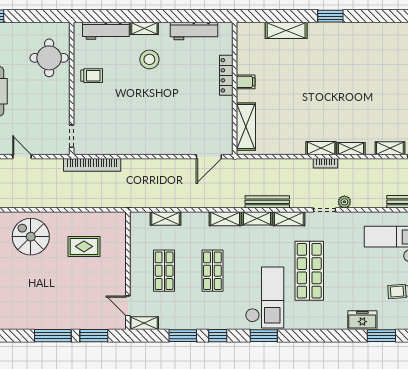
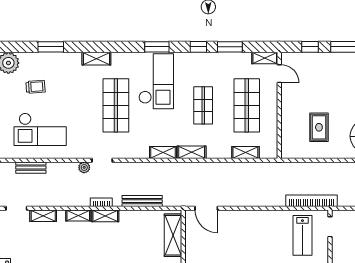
lab bench: (102, 127) -> (302, 235), added
door: (209, 157) -> (206, 208), swing flipped
bench: (267, 202) -> (142, 201), moved
shelving: (289, 219) -> (96, 59), moved
rug: (84, 246) -> (319, 127), turned 90
shop shelf: (164, 271) -> (247, 105), width x1.43, depth x1.36
checkout: (265, 297) -> (156, 81), turned 180
freezer: (362, 320) -> (68, 61), removed
window: (94, 336) -> (310, 47), width x0.67

